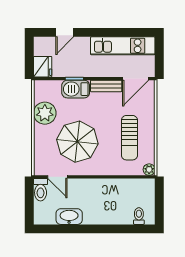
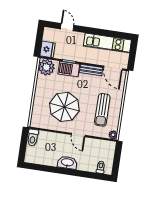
door: (65, 32) -> (67, 27), swing flipped
door: (136, 79) -> (113, 68), hinge flipped
plant: (45, 113) -> (46, 67), moved
door: (57, 177) -> (78, 135), moved
washbasin: (69, 217) -> (67, 163), moved

